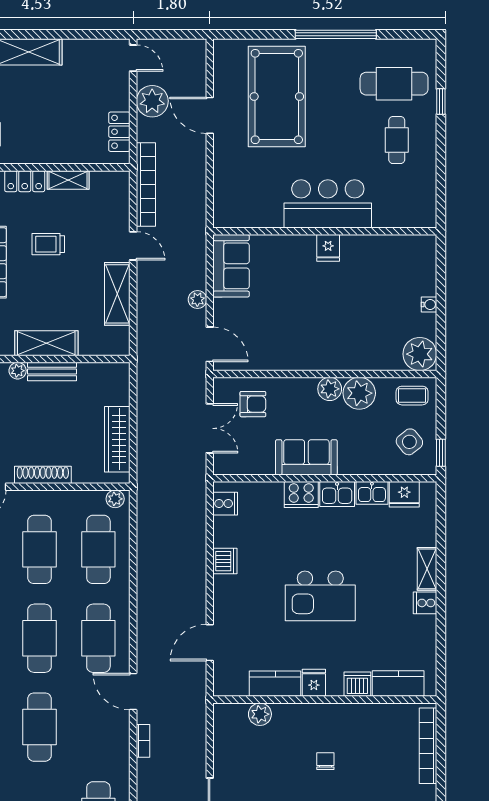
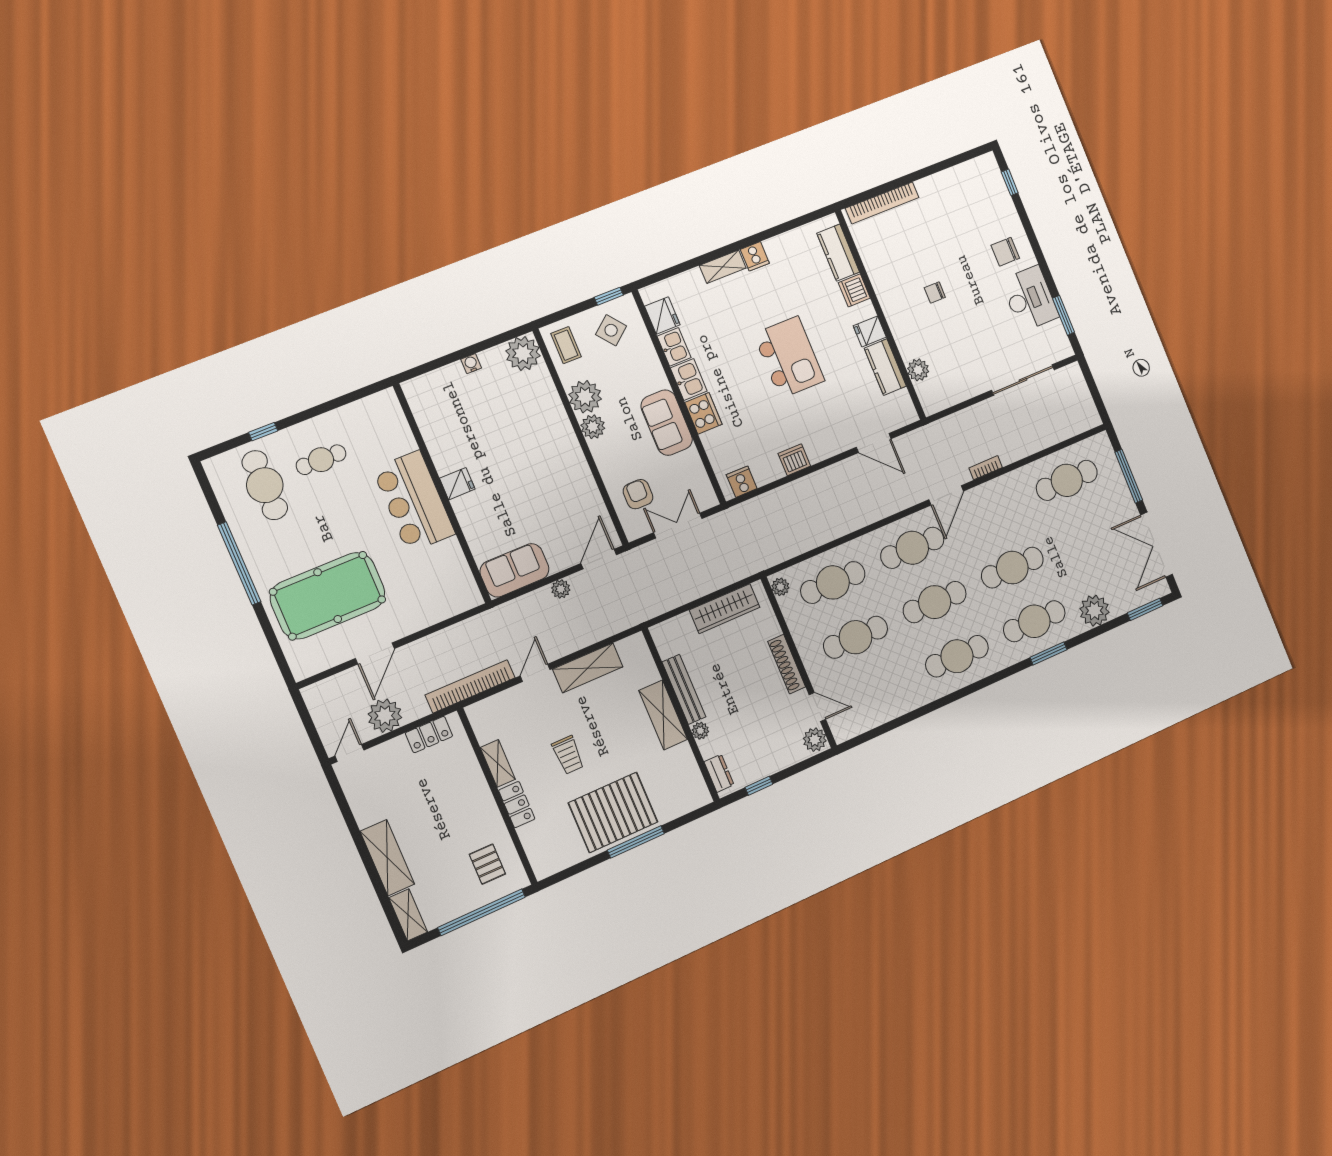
bench: (52, 372) -> (684, 689), width x1.36

